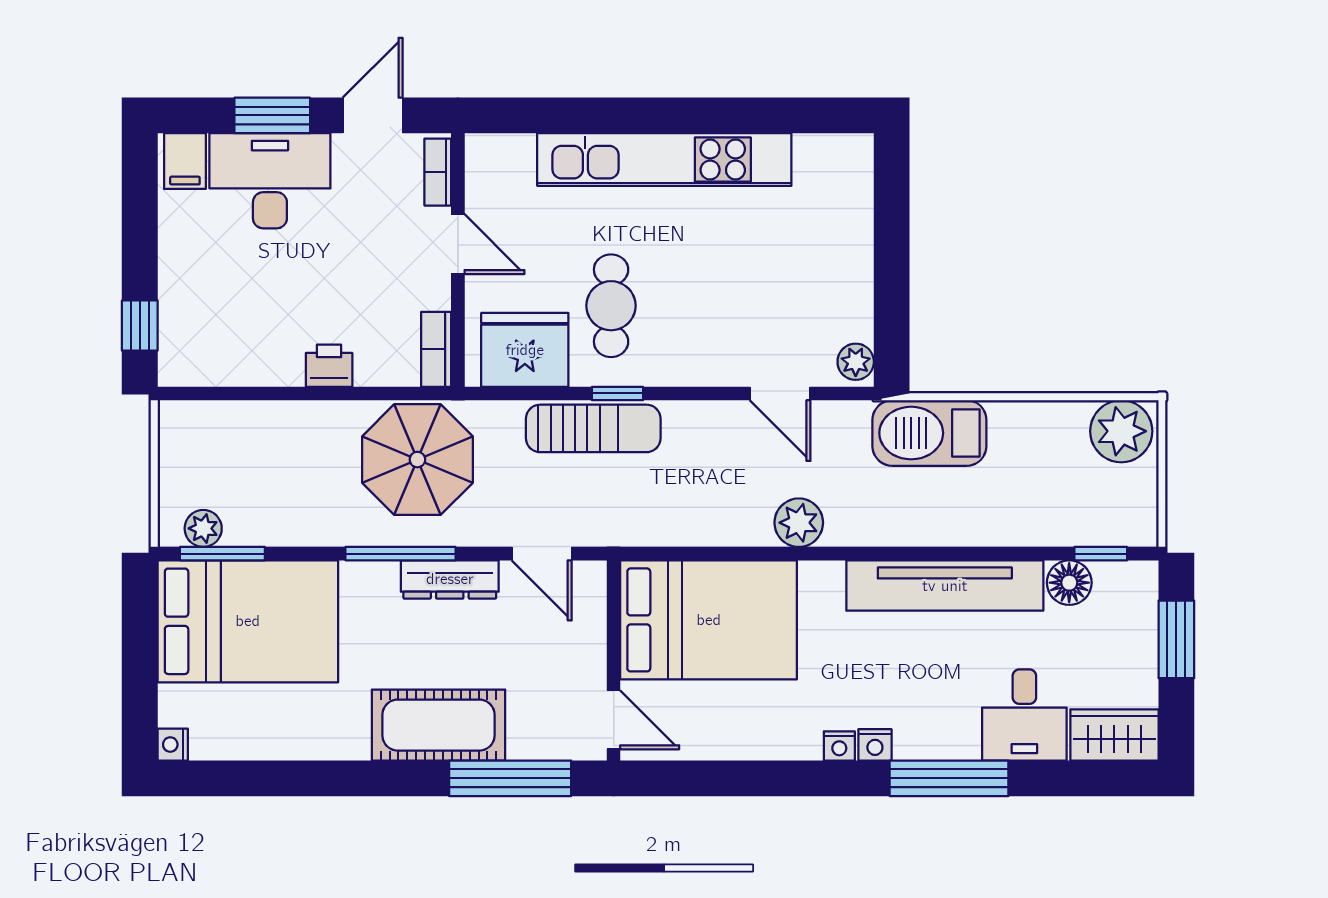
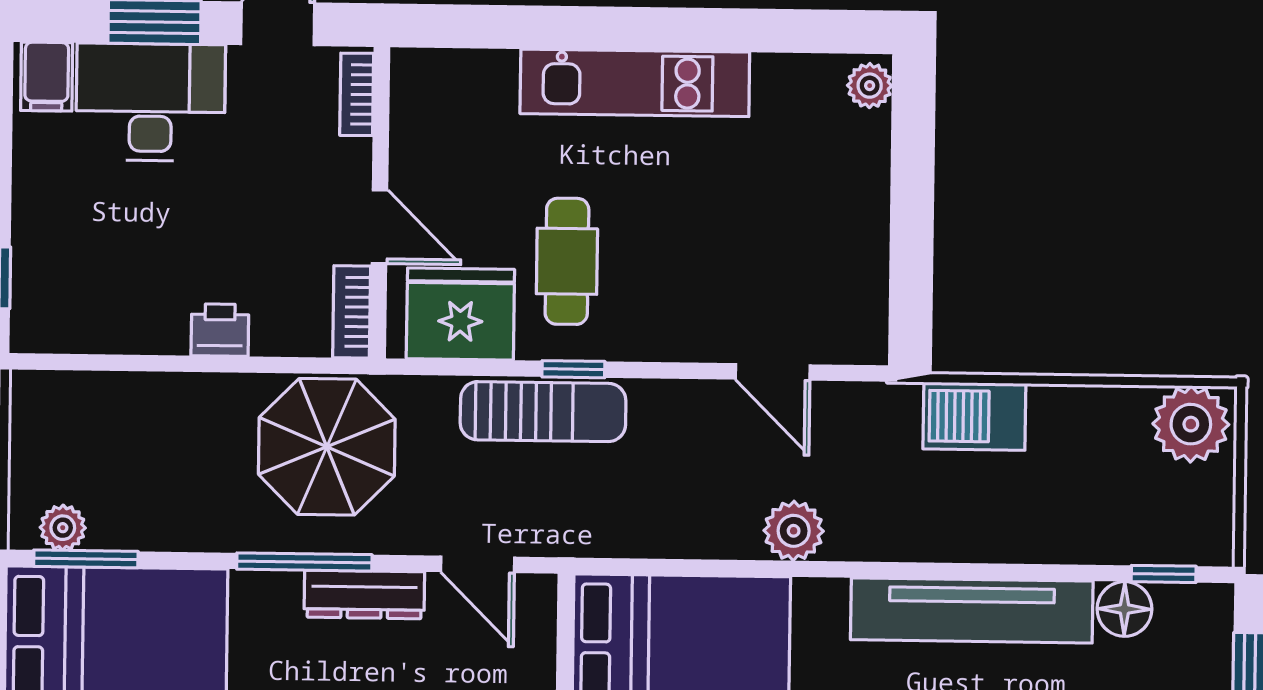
kitchen unit: (664, 160) -> (635, 83), width x0.73
door: (458, 244) -> (379, 227), moved
plant: (856, 362) -> (870, 86), moved
barbecue: (929, 433) -> (974, 416), width x0.73, depth x0.83

